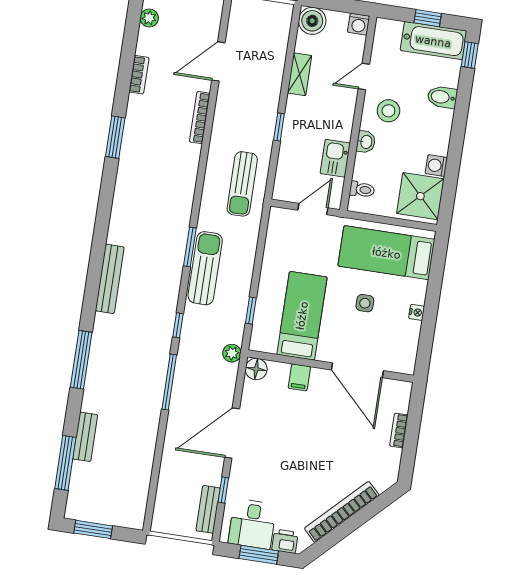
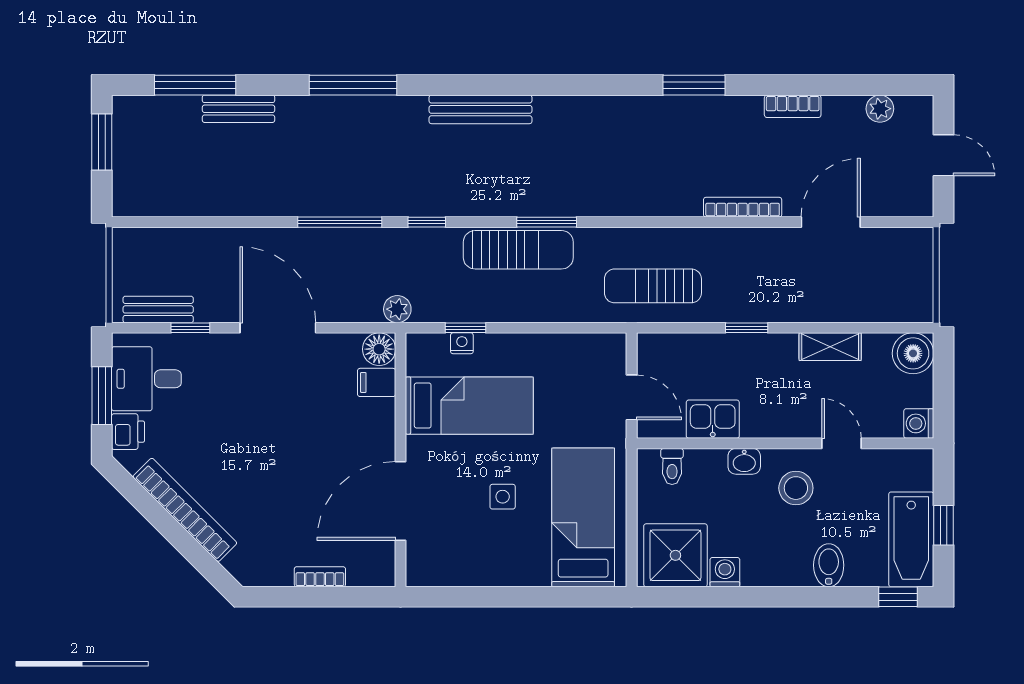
door: (218, 61) -> (831, 222), hinge flipped
nightstand: (417, 312) -> (462, 343), moved, turned 180
filing cabinet: (299, 377) -> (377, 382), moved

